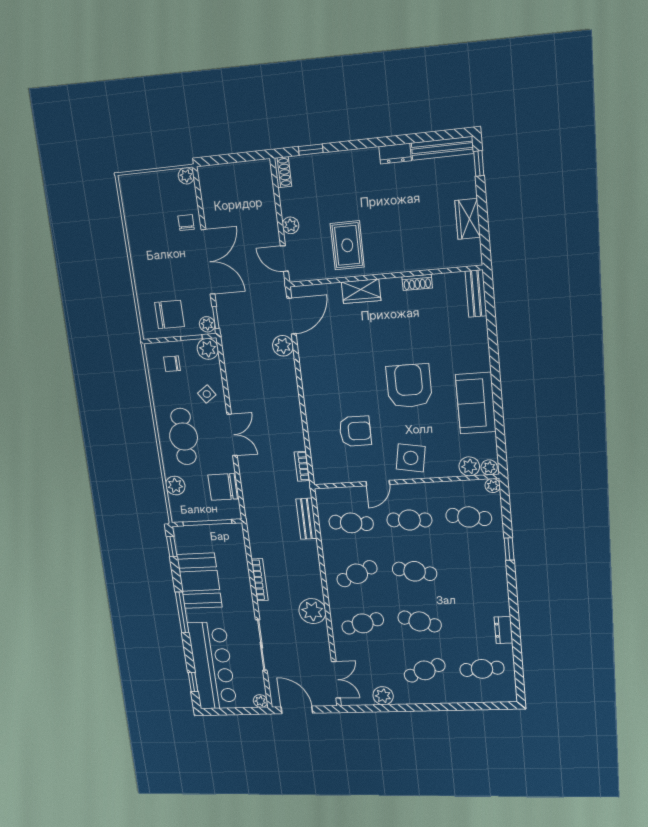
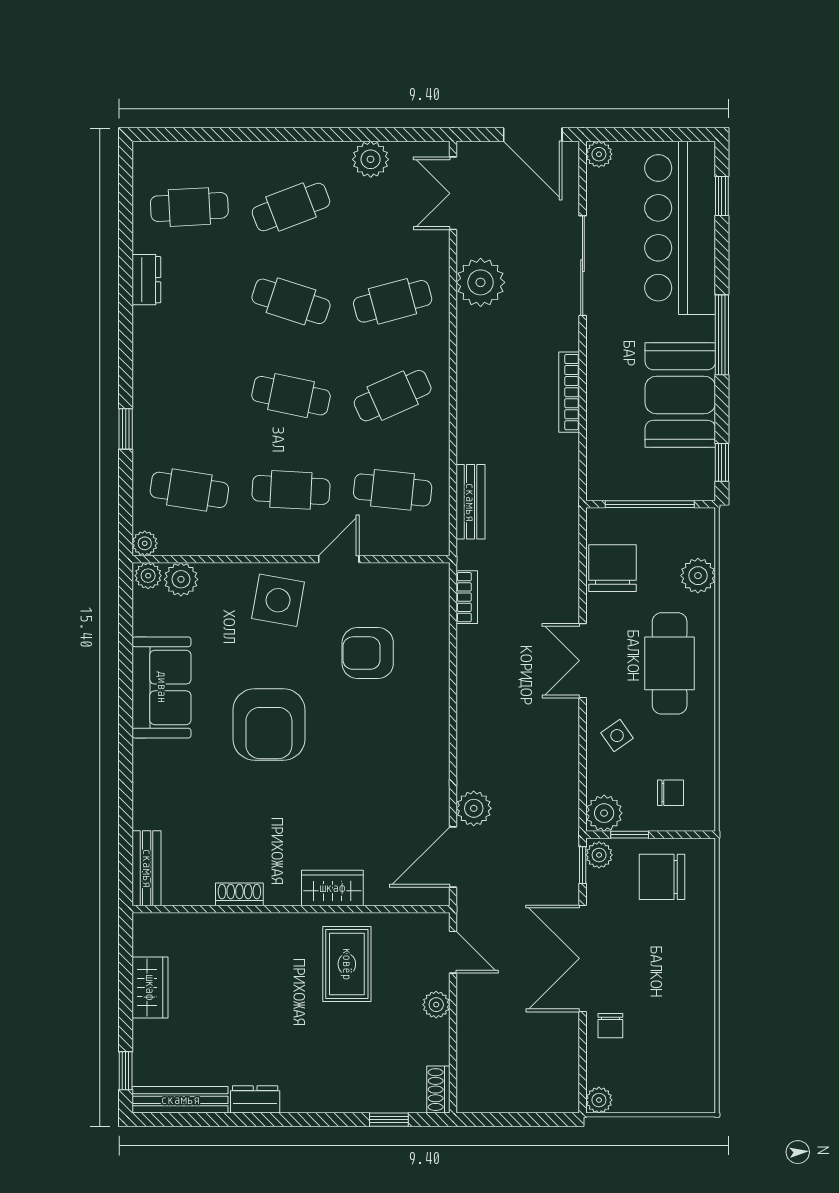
chair: (223, 487) -> (612, 568), turned -90
plant: (312, 611) -> (481, 282), moved

